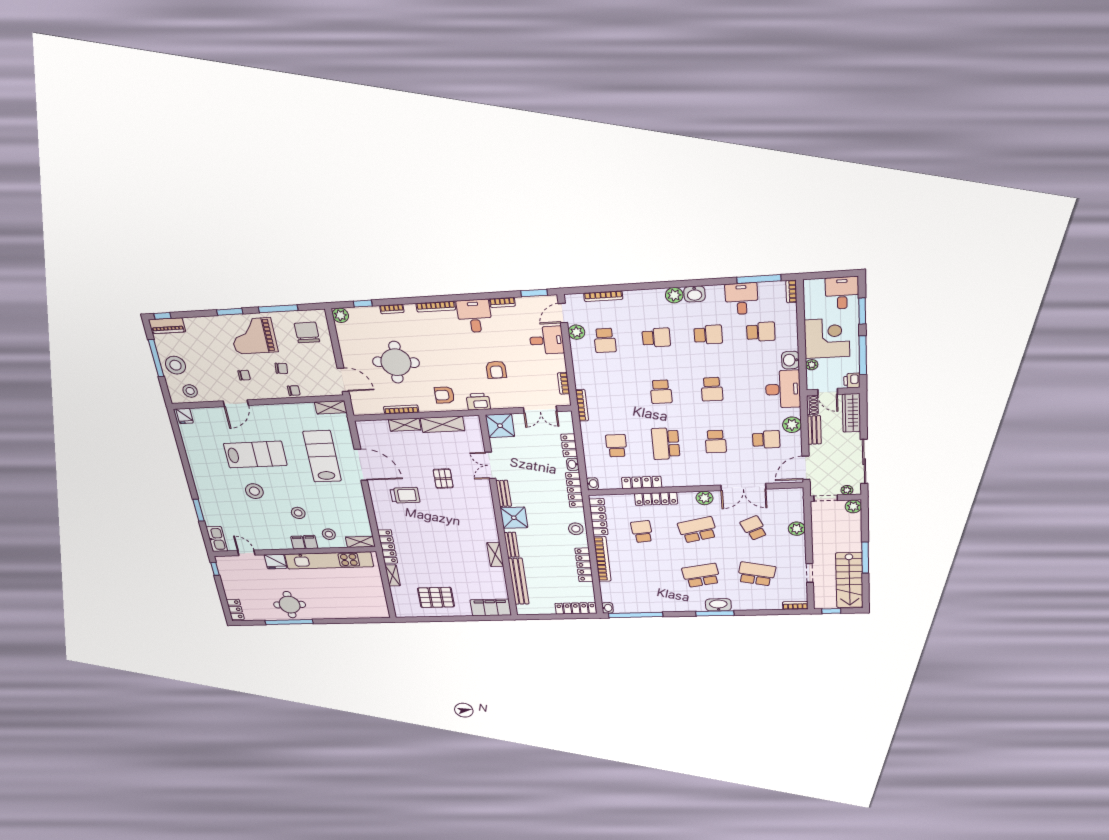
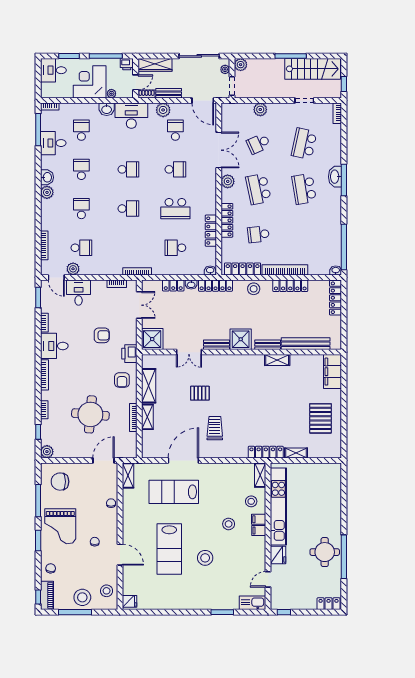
chair: (281, 368) -> (51, 568), moved
lab bench: (255, 454) -> (169, 549), turned 180

